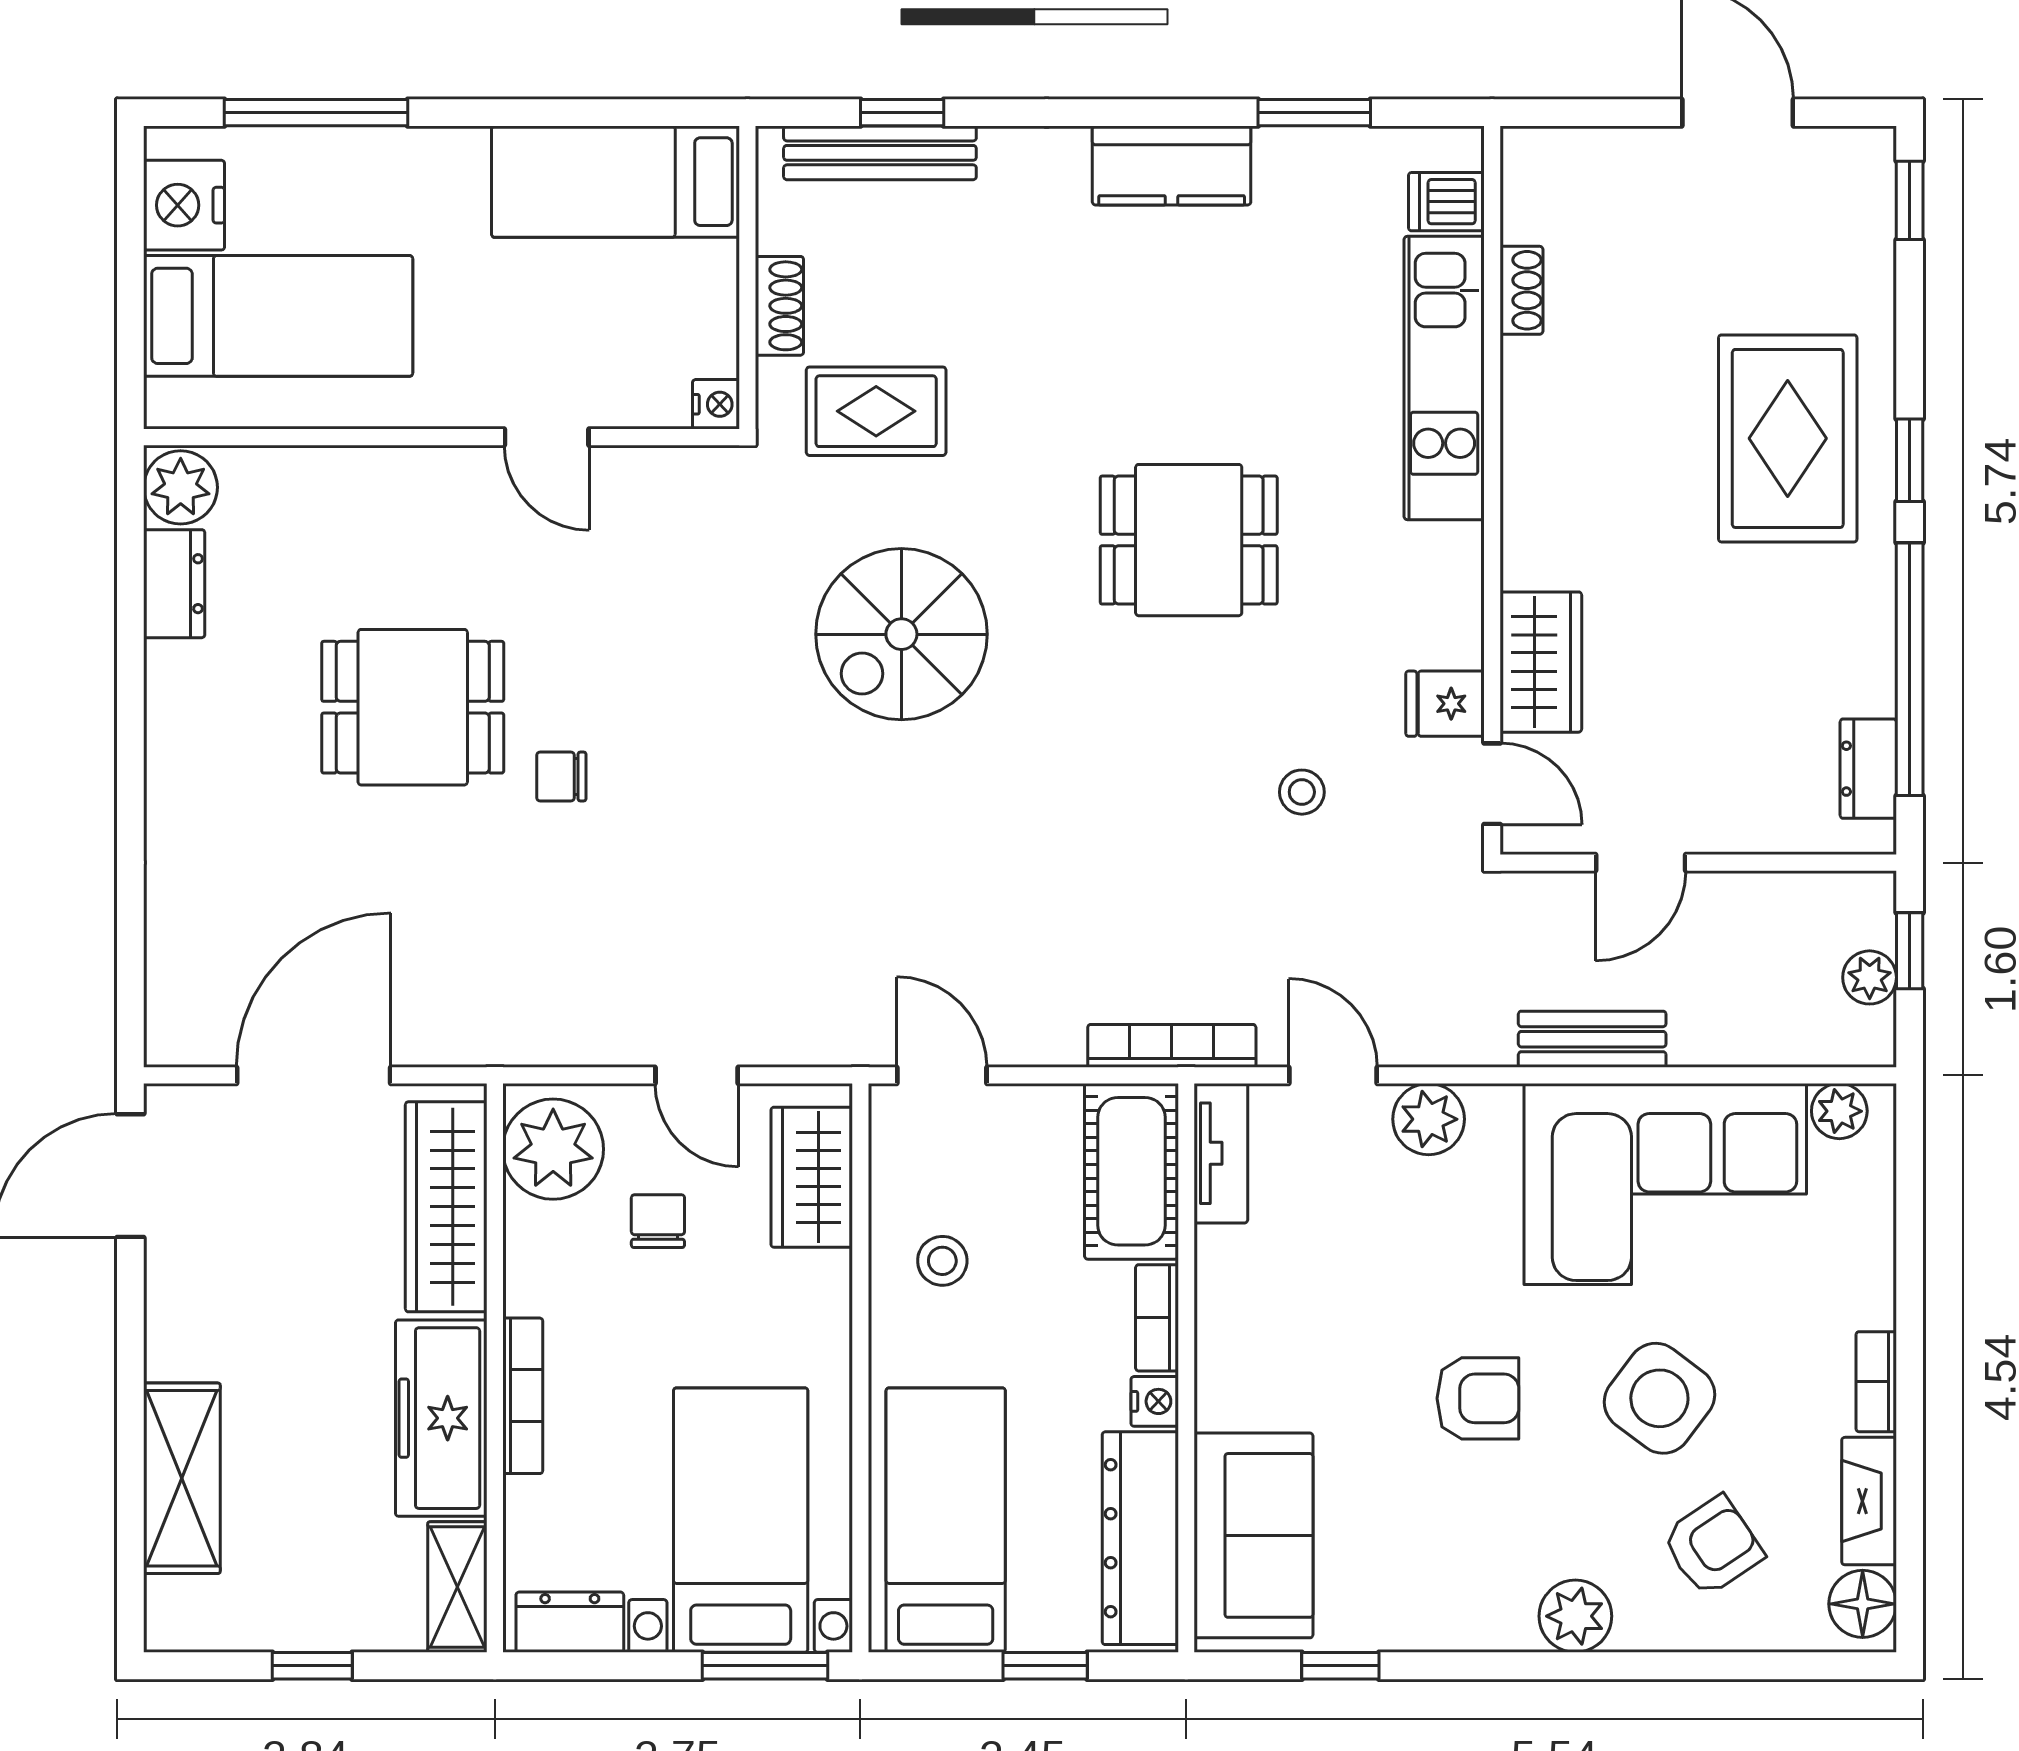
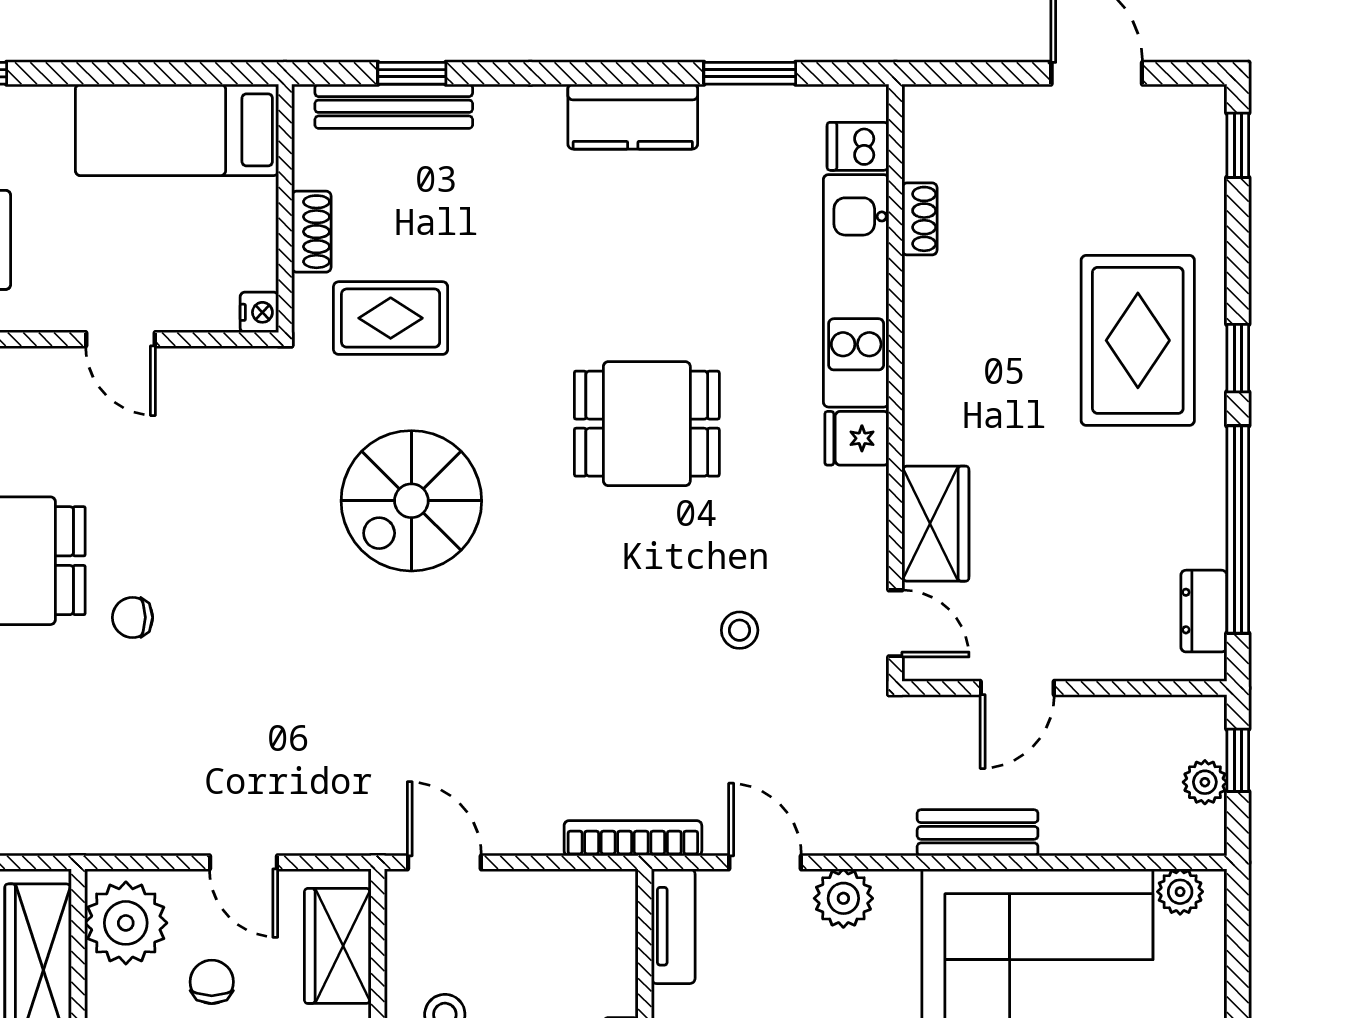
fridge: (1445, 704) -> (857, 438), moved
cot: (1131, 1171) -> (600, 941), removed

